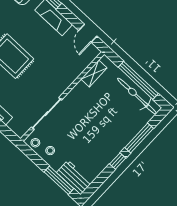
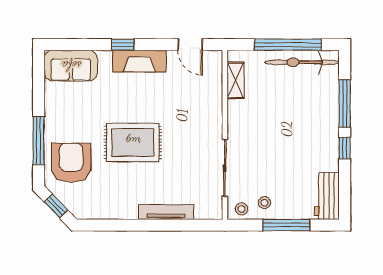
workbench: (74, 178) -> (327, 196), moved, turned -90
window: (59, 180) -> (286, 225), moved

